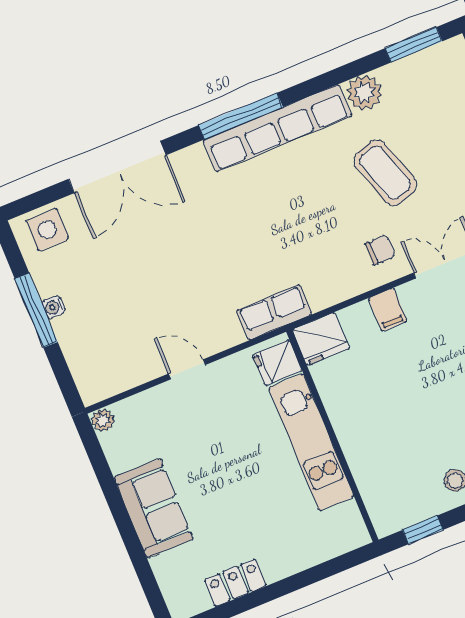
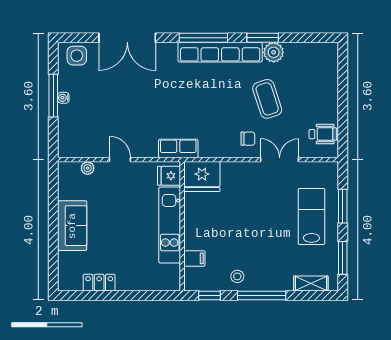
window: (414, 45) -> (263, 38), moved
filing cabinet: (388, 310) -> (194, 258), moved, turned -90
fridge: (321, 339) -> (202, 177), width x1.36, depth x1.34
plant: (103, 420) -> (88, 168), moved

